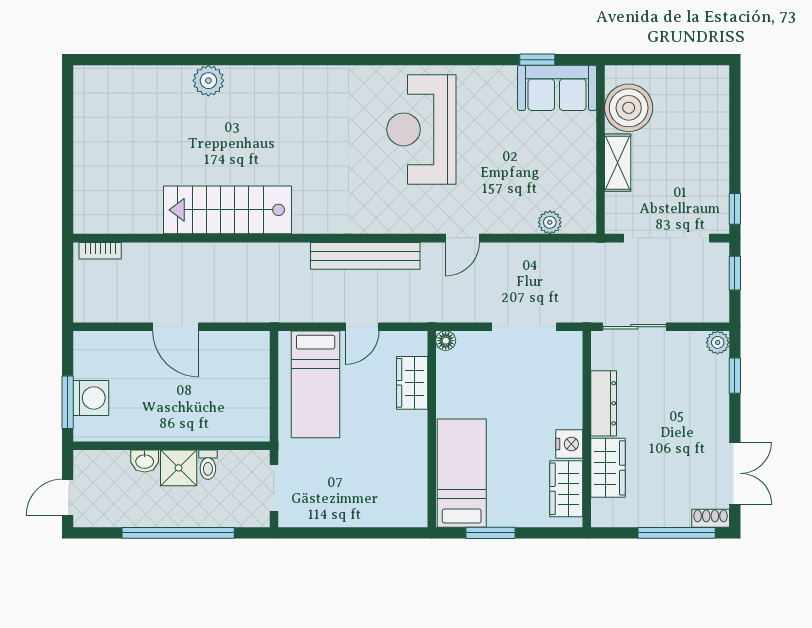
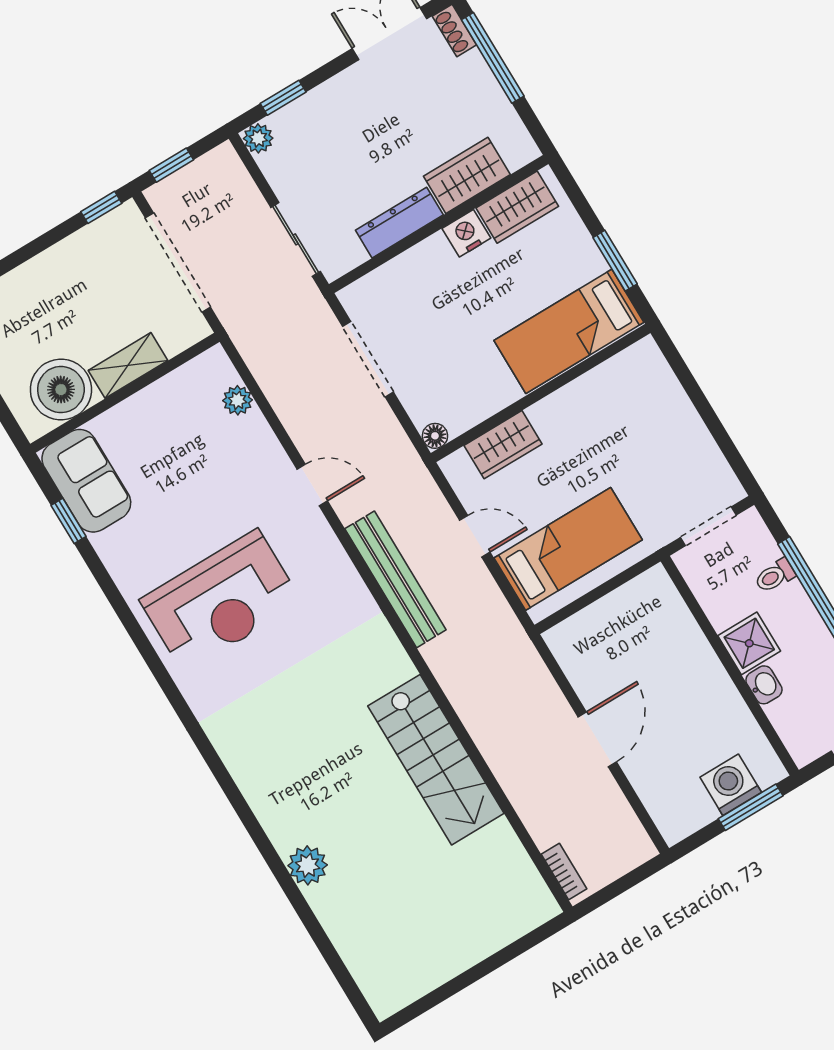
toilet: (208, 465) -> (775, 576), moved, turned 180

